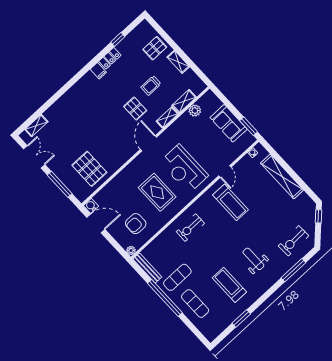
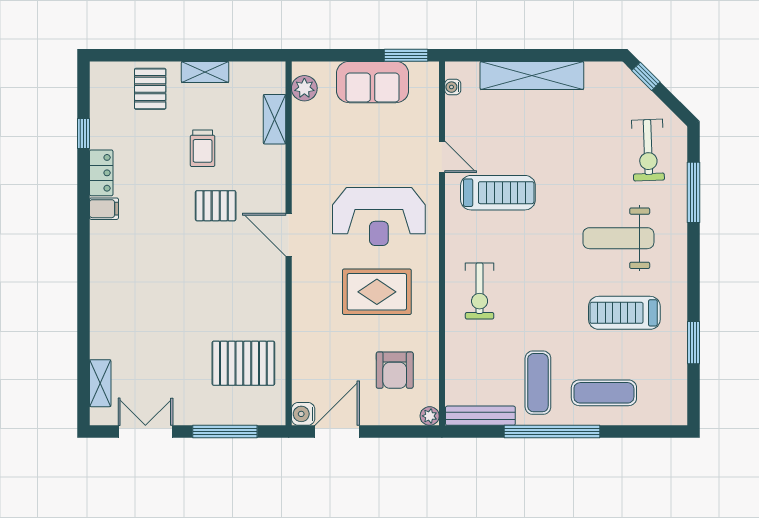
plant: (195, 111) -> (304, 88), moved
shelving: (167, 117) -> (276, 169), removed
weight bench: (253, 259) -> (618, 238), width x1.36, depth x1.33

